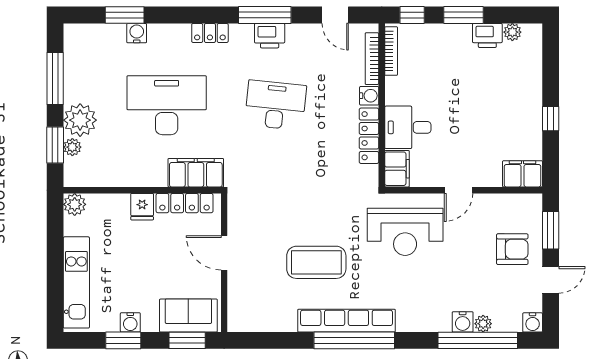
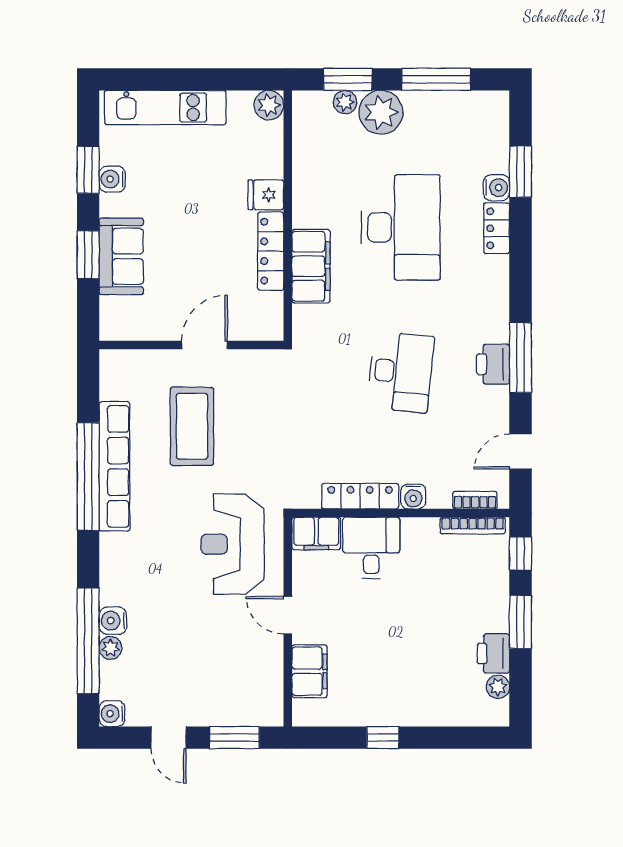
locker: (210, 33) -> (497, 228), moved
bookcase: (372, 59) -> (475, 500), width x0.64
filing cabinet: (523, 174) -> (309, 671), moved
armchair: (512, 249) -> (209, 687), removed
door: (224, 253) -> (204, 345), moved
wall: (224, 263) -> (191, 345), moved

